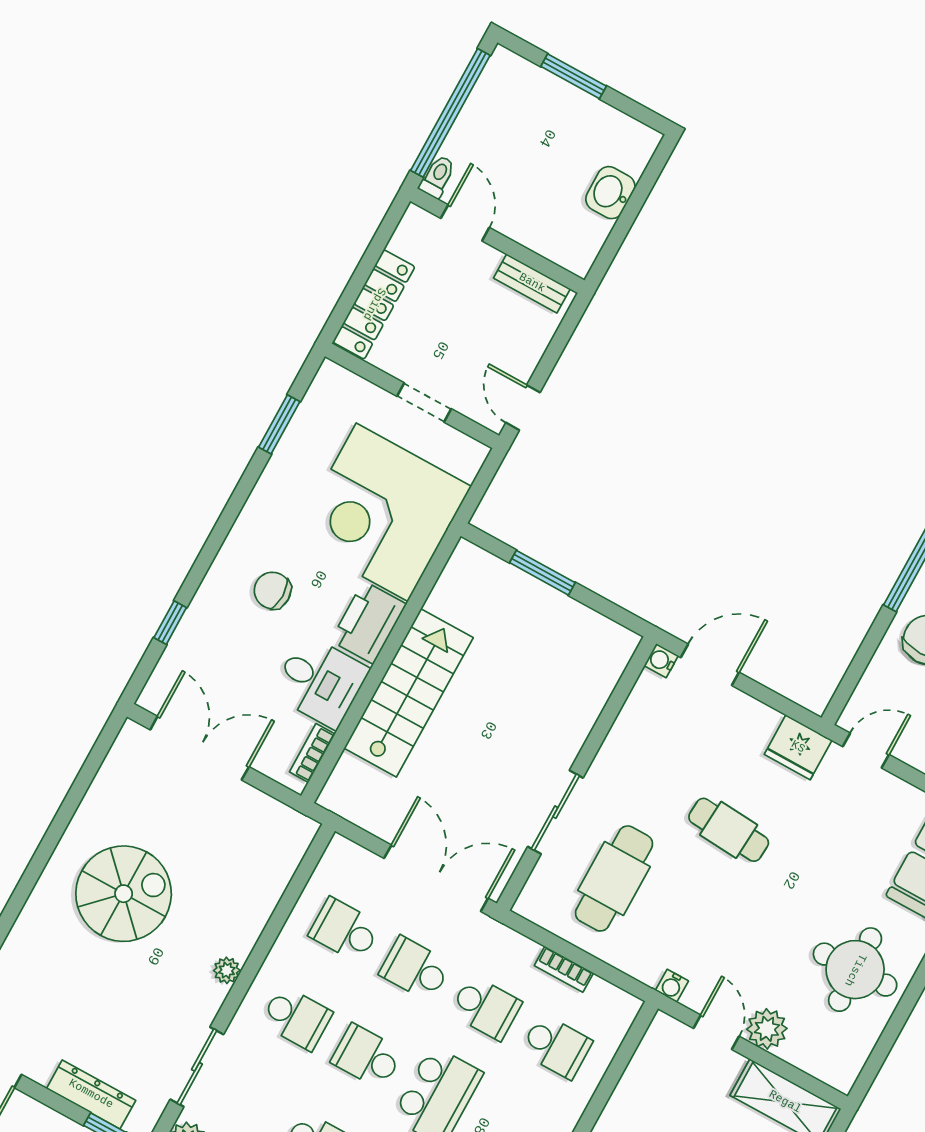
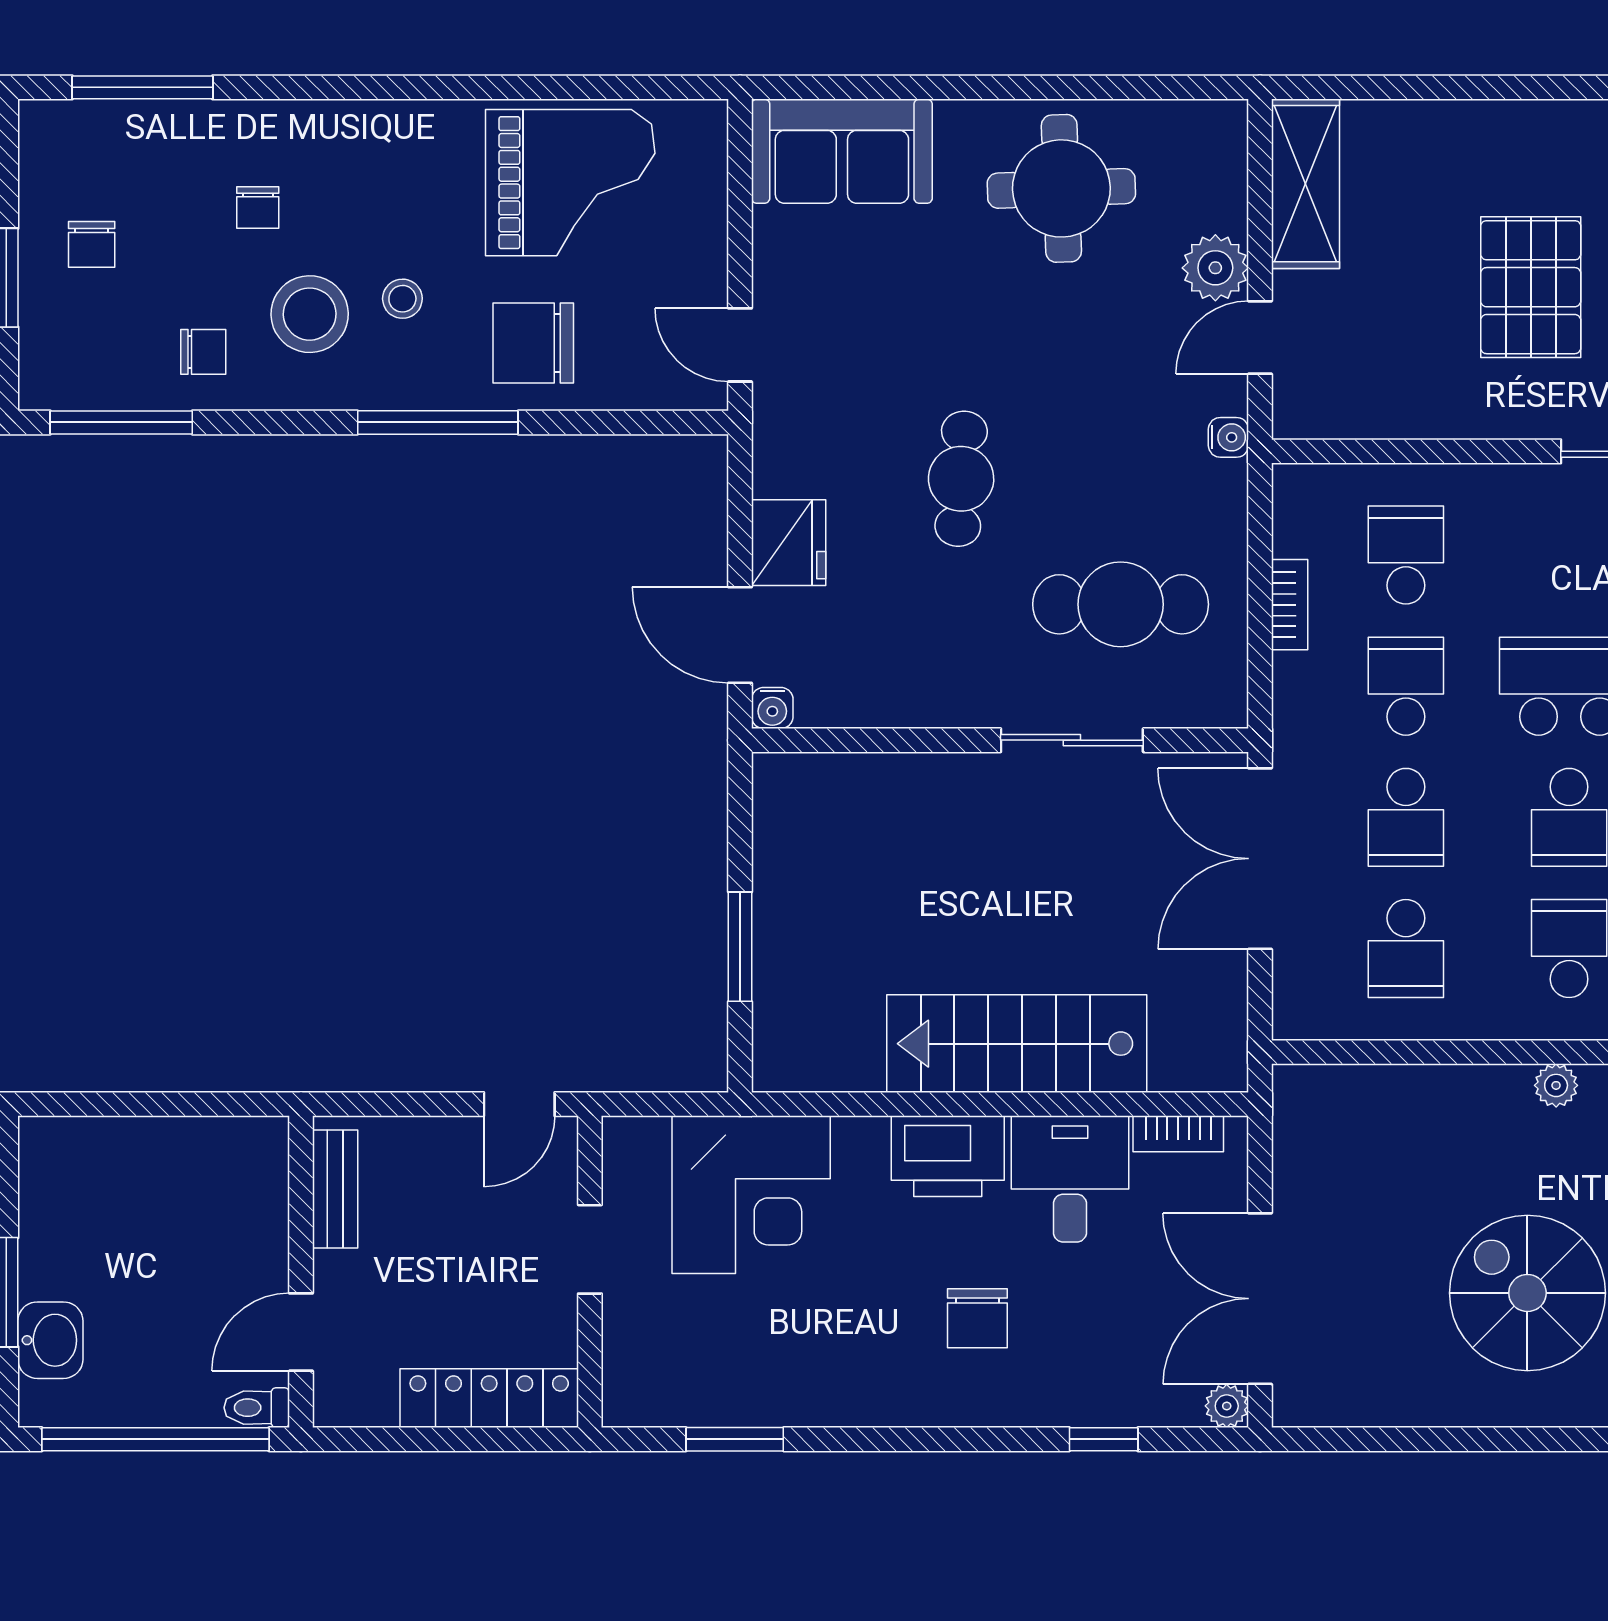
washbasin: (610, 193) -> (50, 1340), moved, turned -90
corner desk: (382, 512) -> (751, 1195), width x0.74, depth x0.74
plant: (152, 699) -> (1227, 1406), added
fridge: (798, 747) -> (789, 543), moved

